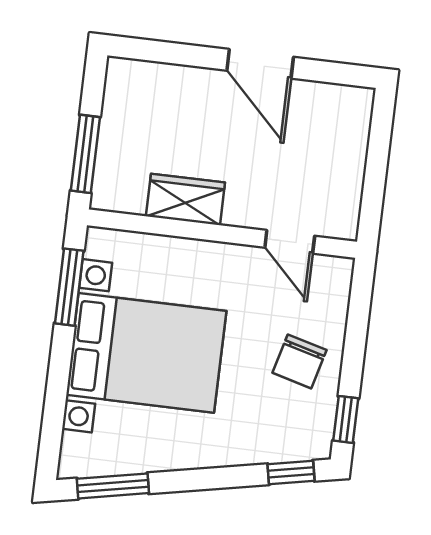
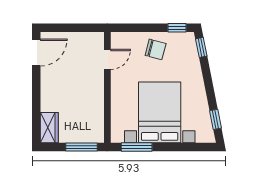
door: (260, 64) -> (36, 52), moved
wardrobe: (185, 199) -> (49, 128), moved, turned 180
window: (113, 486) -> (215, 119), width x0.67

